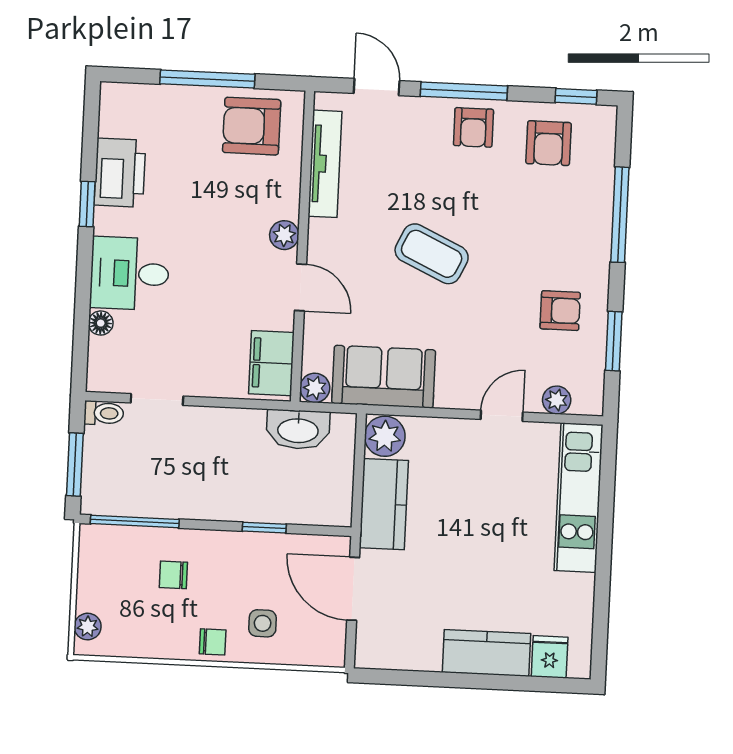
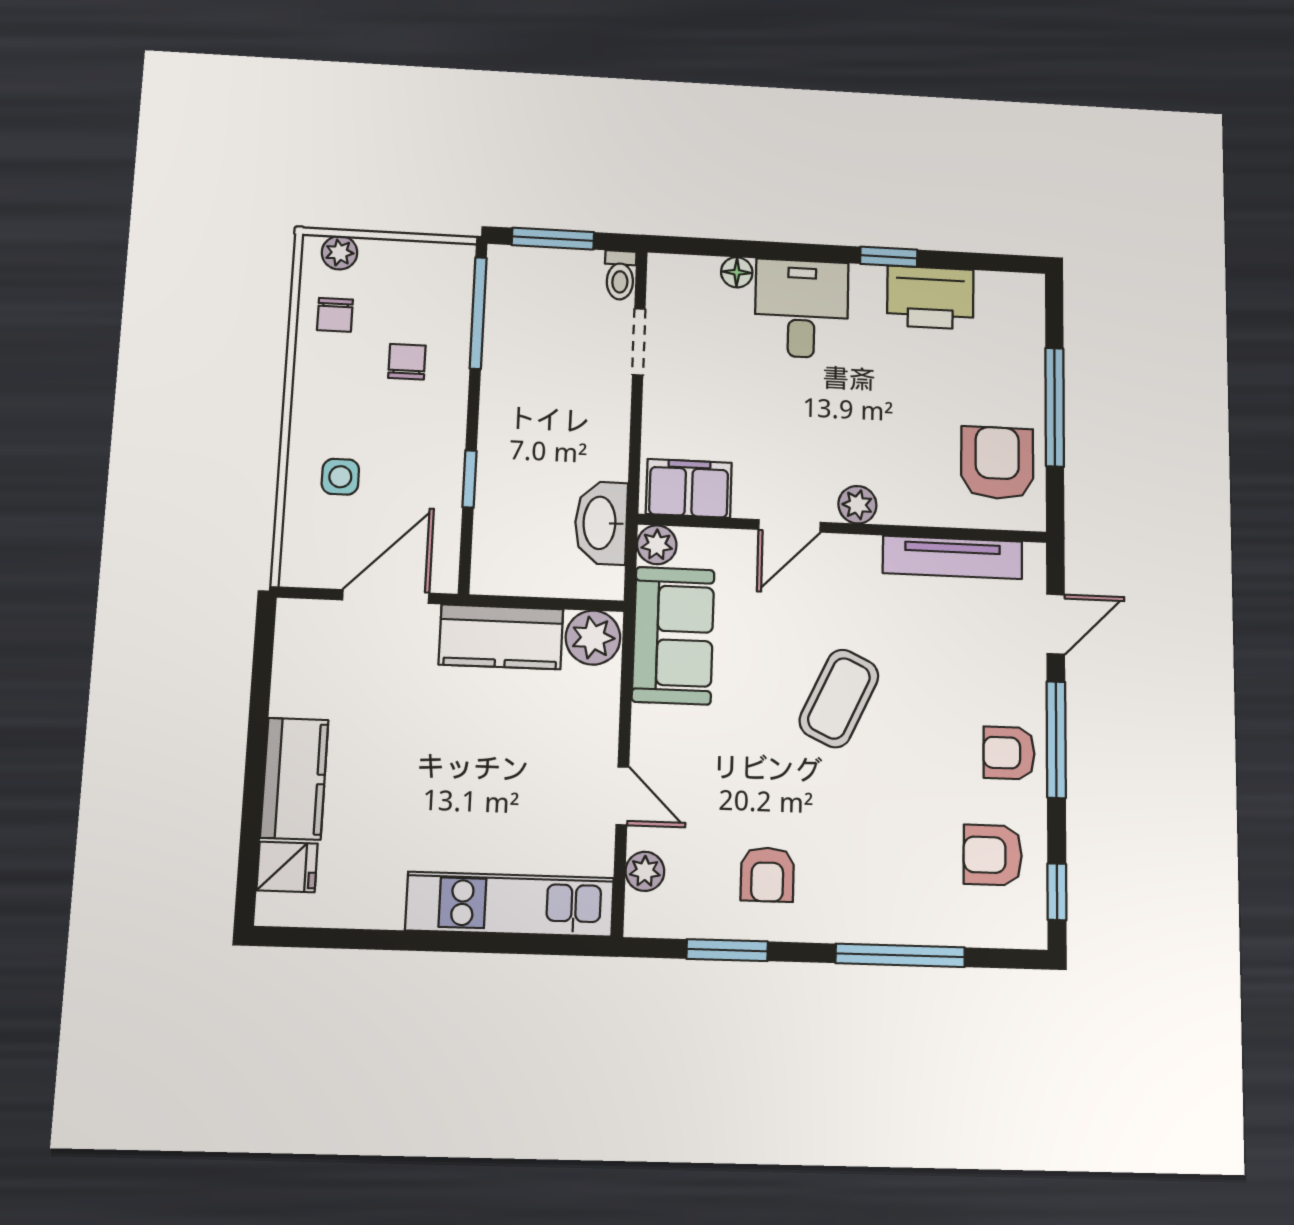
chair: (213, 642) -> (335, 315), moved

